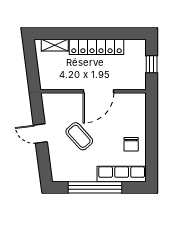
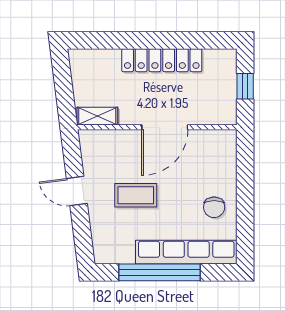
shelving: (55, 45) -> (97, 116), moved
coffee table: (79, 136) -> (136, 195), turned -48
row of seats: (122, 174) -> (186, 252), width x1.36

